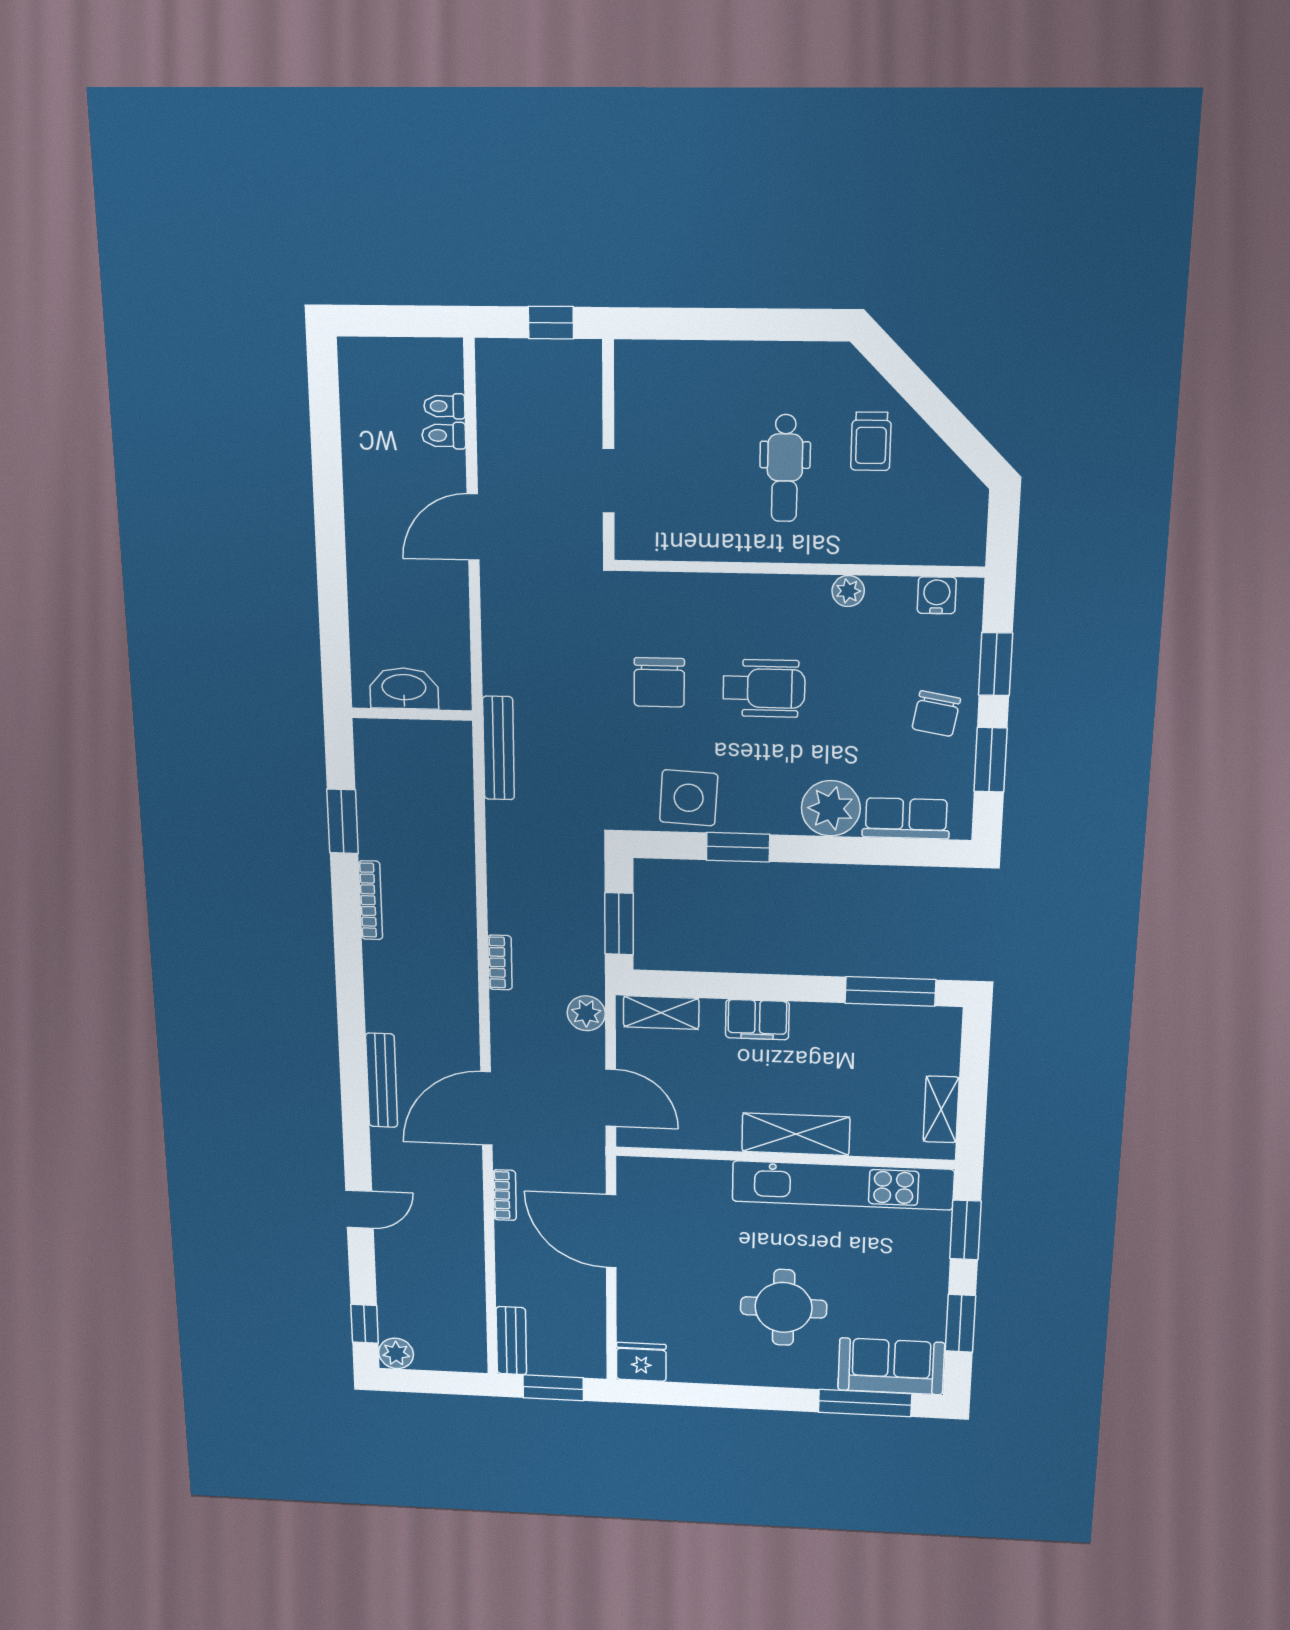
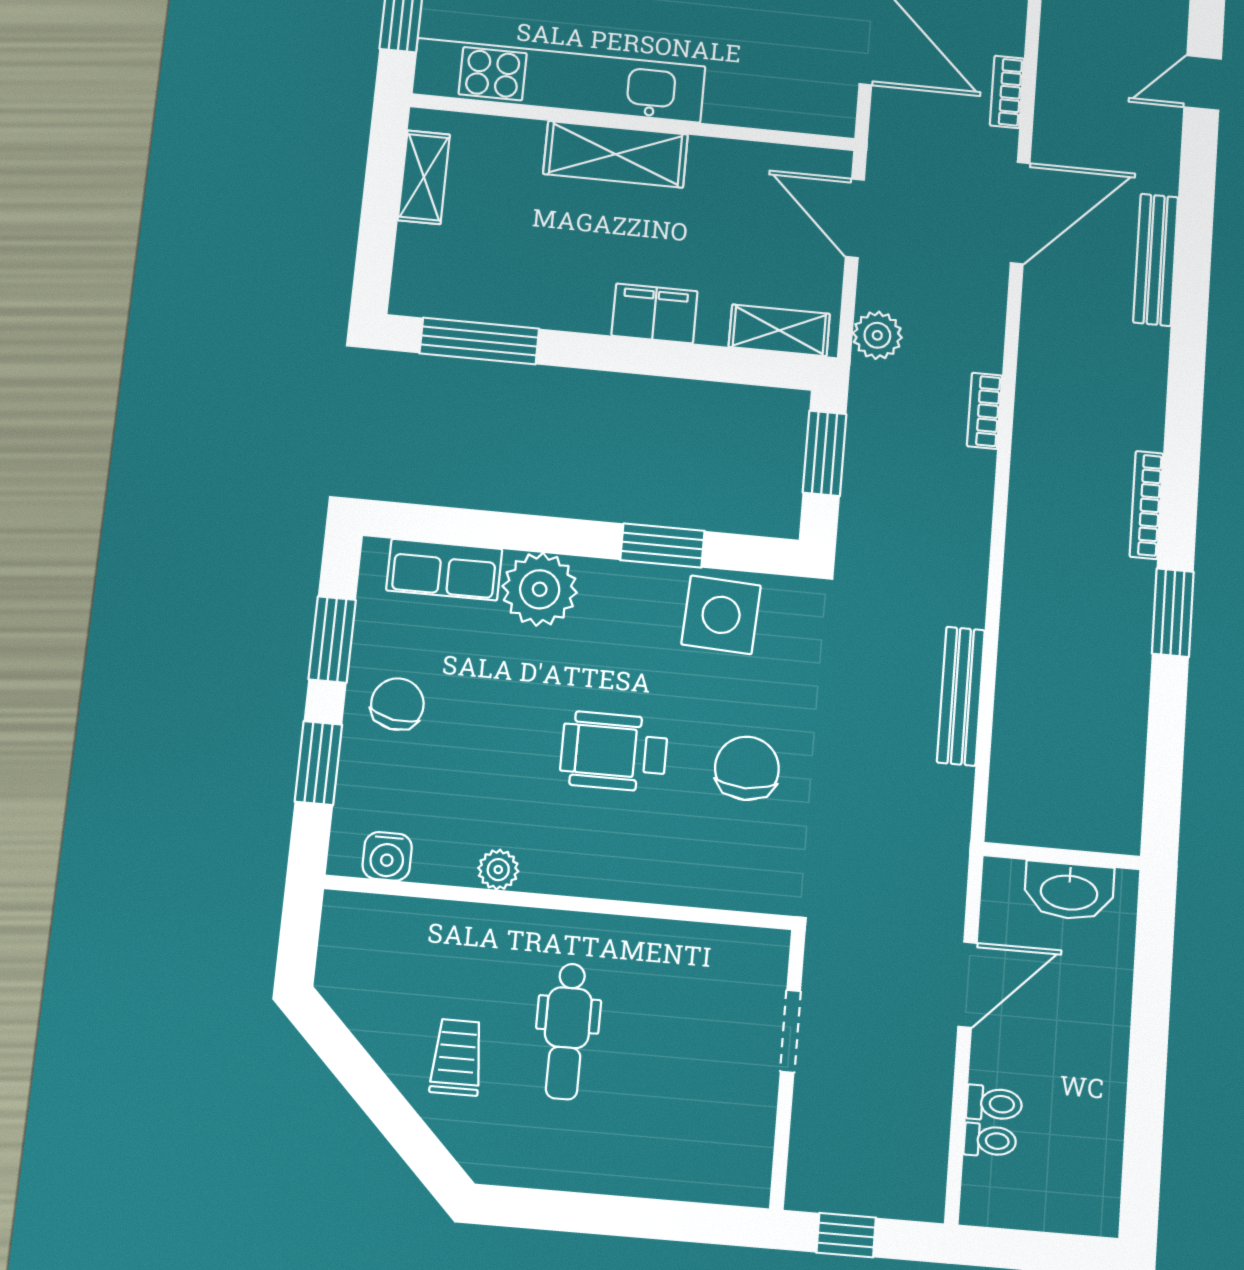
dental chair: (785, 468) -> (567, 1031), turned 180
washbasin: (404, 688) -> (1069, 891), moved
wall: (412, 714) -> (1062, 856), moved

